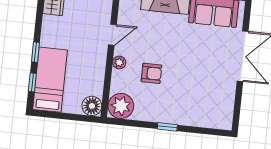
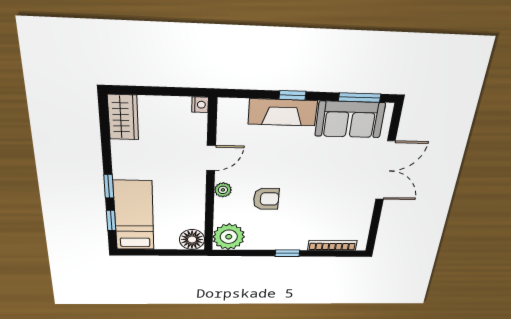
bookcase: (204, 122) -> (332, 245), added

